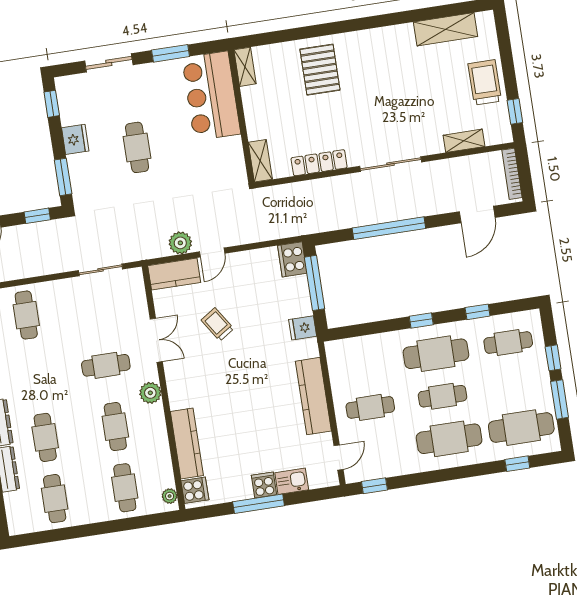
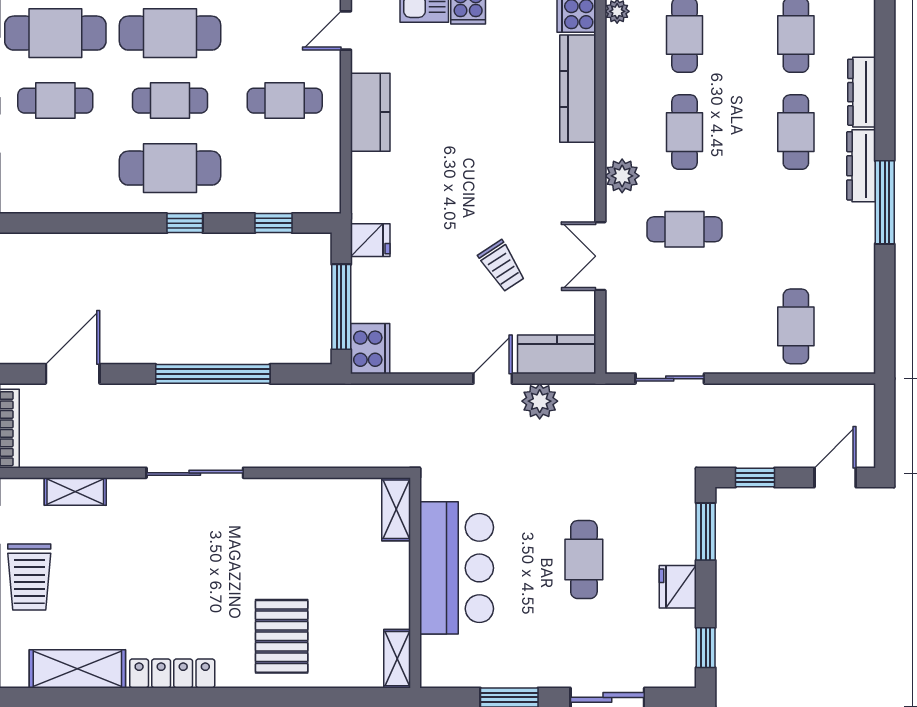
bar counter: (211, 96) -> (457, 568), moved
locker: (319, 163) -> (172, 673), moved, turned 180
window: (478, 312) -> (274, 223), moved
cafe table: (508, 343) -> (55, 101), moved
kitchen counter: (313, 396) -> (370, 112), width x0.67

